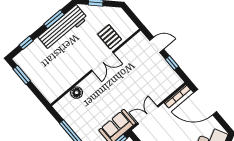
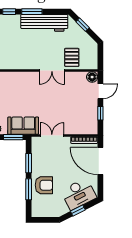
window: (54, 19) -> (32, 12), moved
door: (157, 45) -> (100, 91), hinge flipped
floor lamp: (77, 93) -> (92, 77), moved

